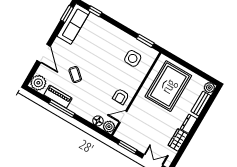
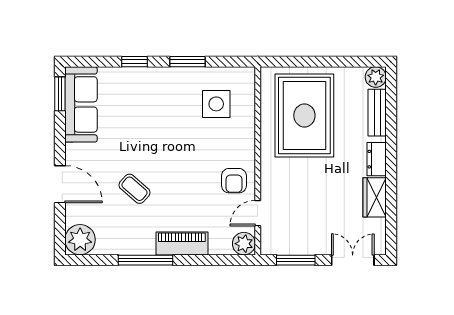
window: (95, 11) -> (134, 62), moved
window: (145, 41) -> (188, 62), moved
piano: (58, 97) -> (182, 243), moved
floor lamp: (98, 121) -> (220, 245), removed

